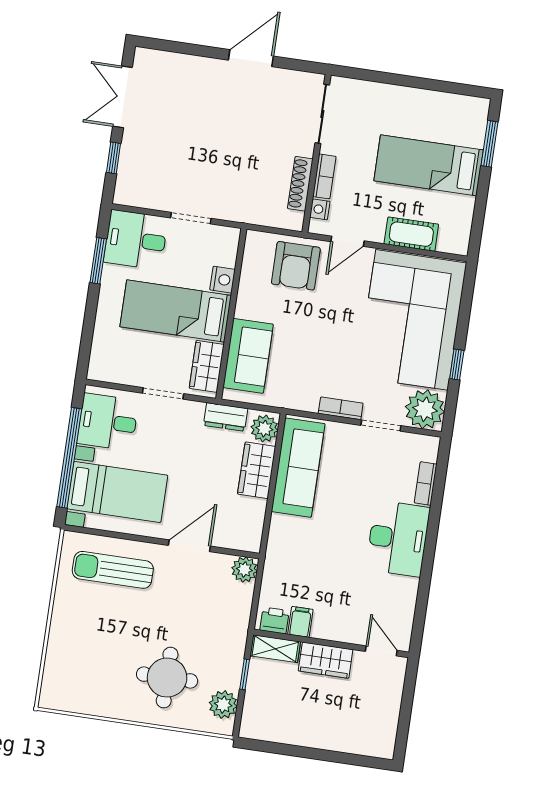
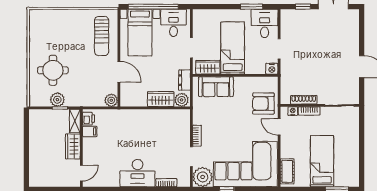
cot: (411, 234) -> (287, 171), moved
nightstand: (223, 280) -> (272, 69), moved
sofa: (298, 468) -> (165, 119), removed
sun lounger: (113, 570) -> (102, 36), turned 180
plant: (223, 705) -> (57, 100), moved

